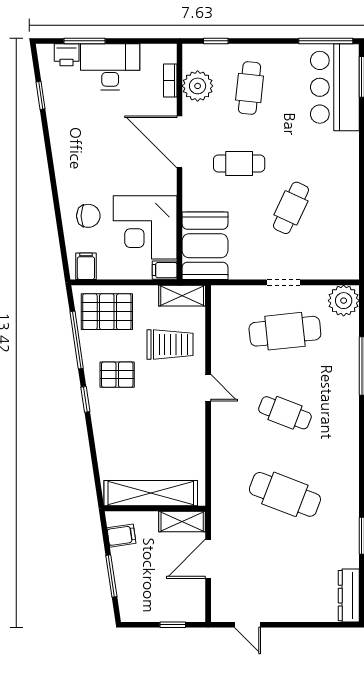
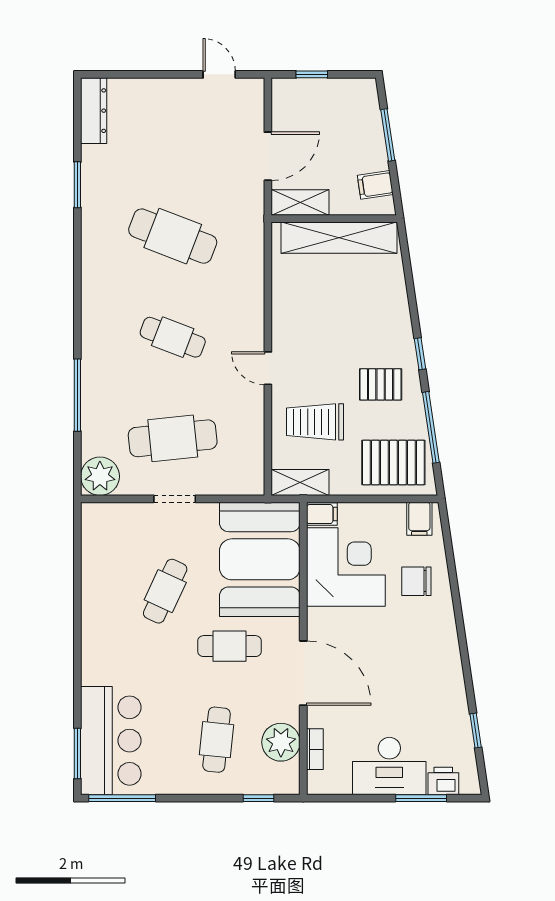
booth: (205, 246) -> (260, 559), width x1.36, depth x1.42

